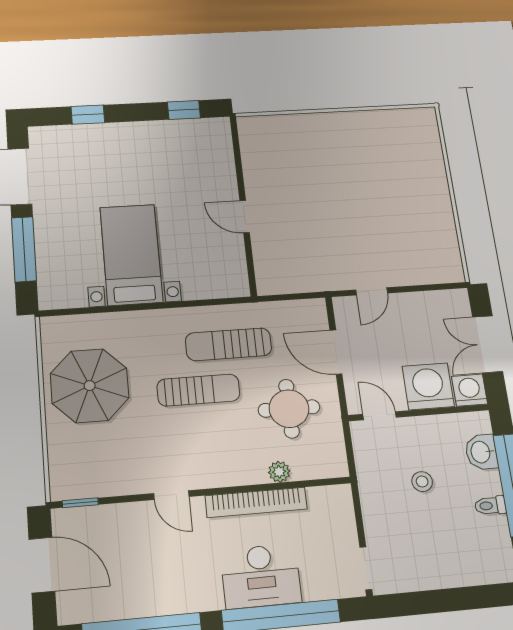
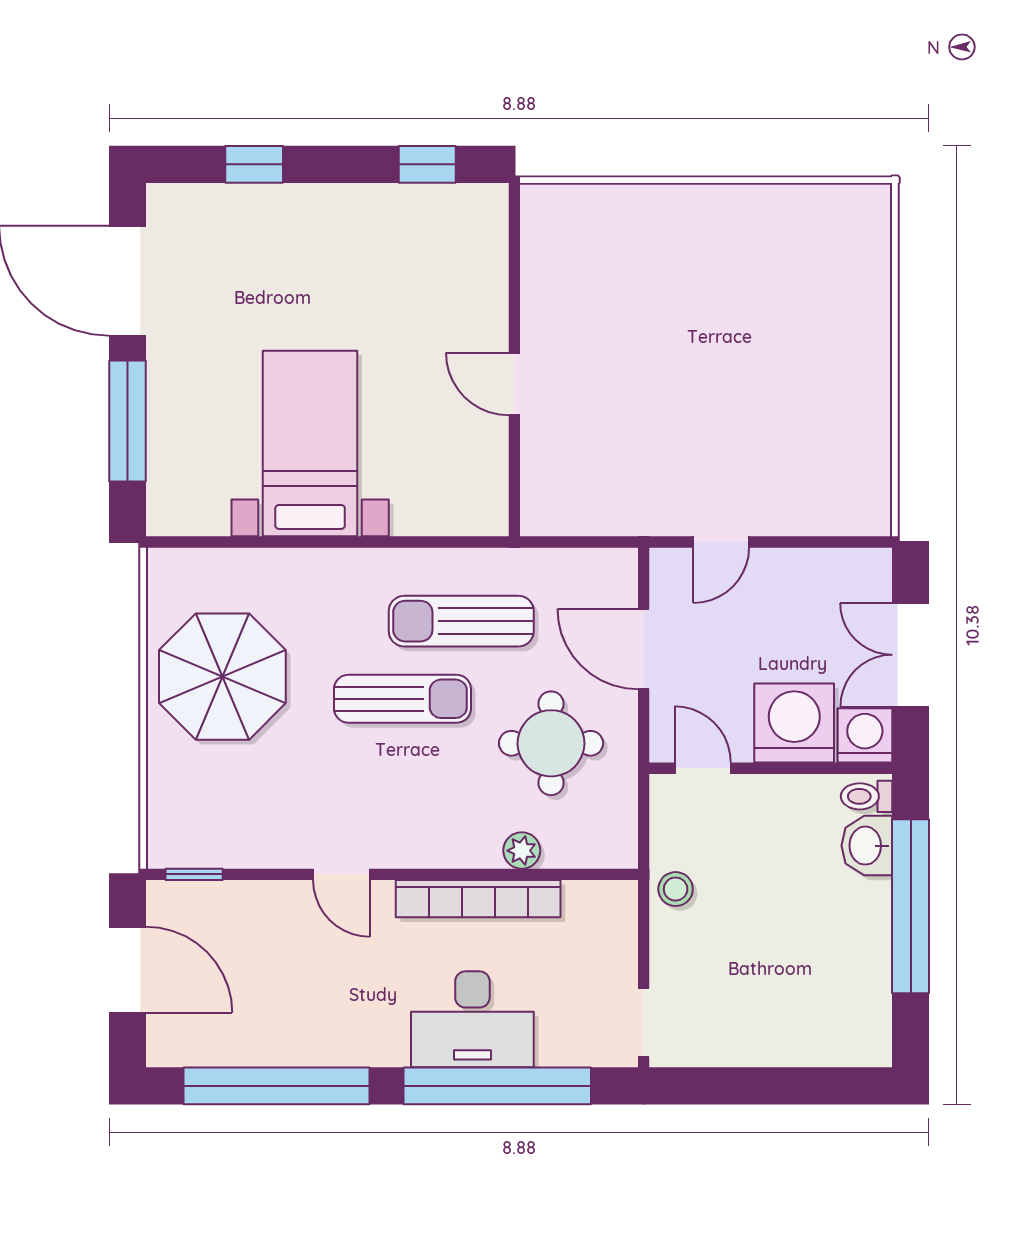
stool: (422, 482) -> (676, 889), moved
toilet: (490, 506) -> (866, 796), moved

